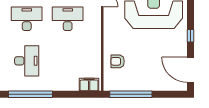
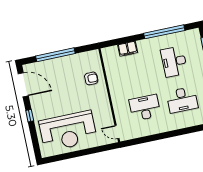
desk: (68, 19) -> (145, 108), turned 180
filing cabinet: (89, 85) -> (128, 49), moved
window: (131, 94) -> (55, 55), moved

